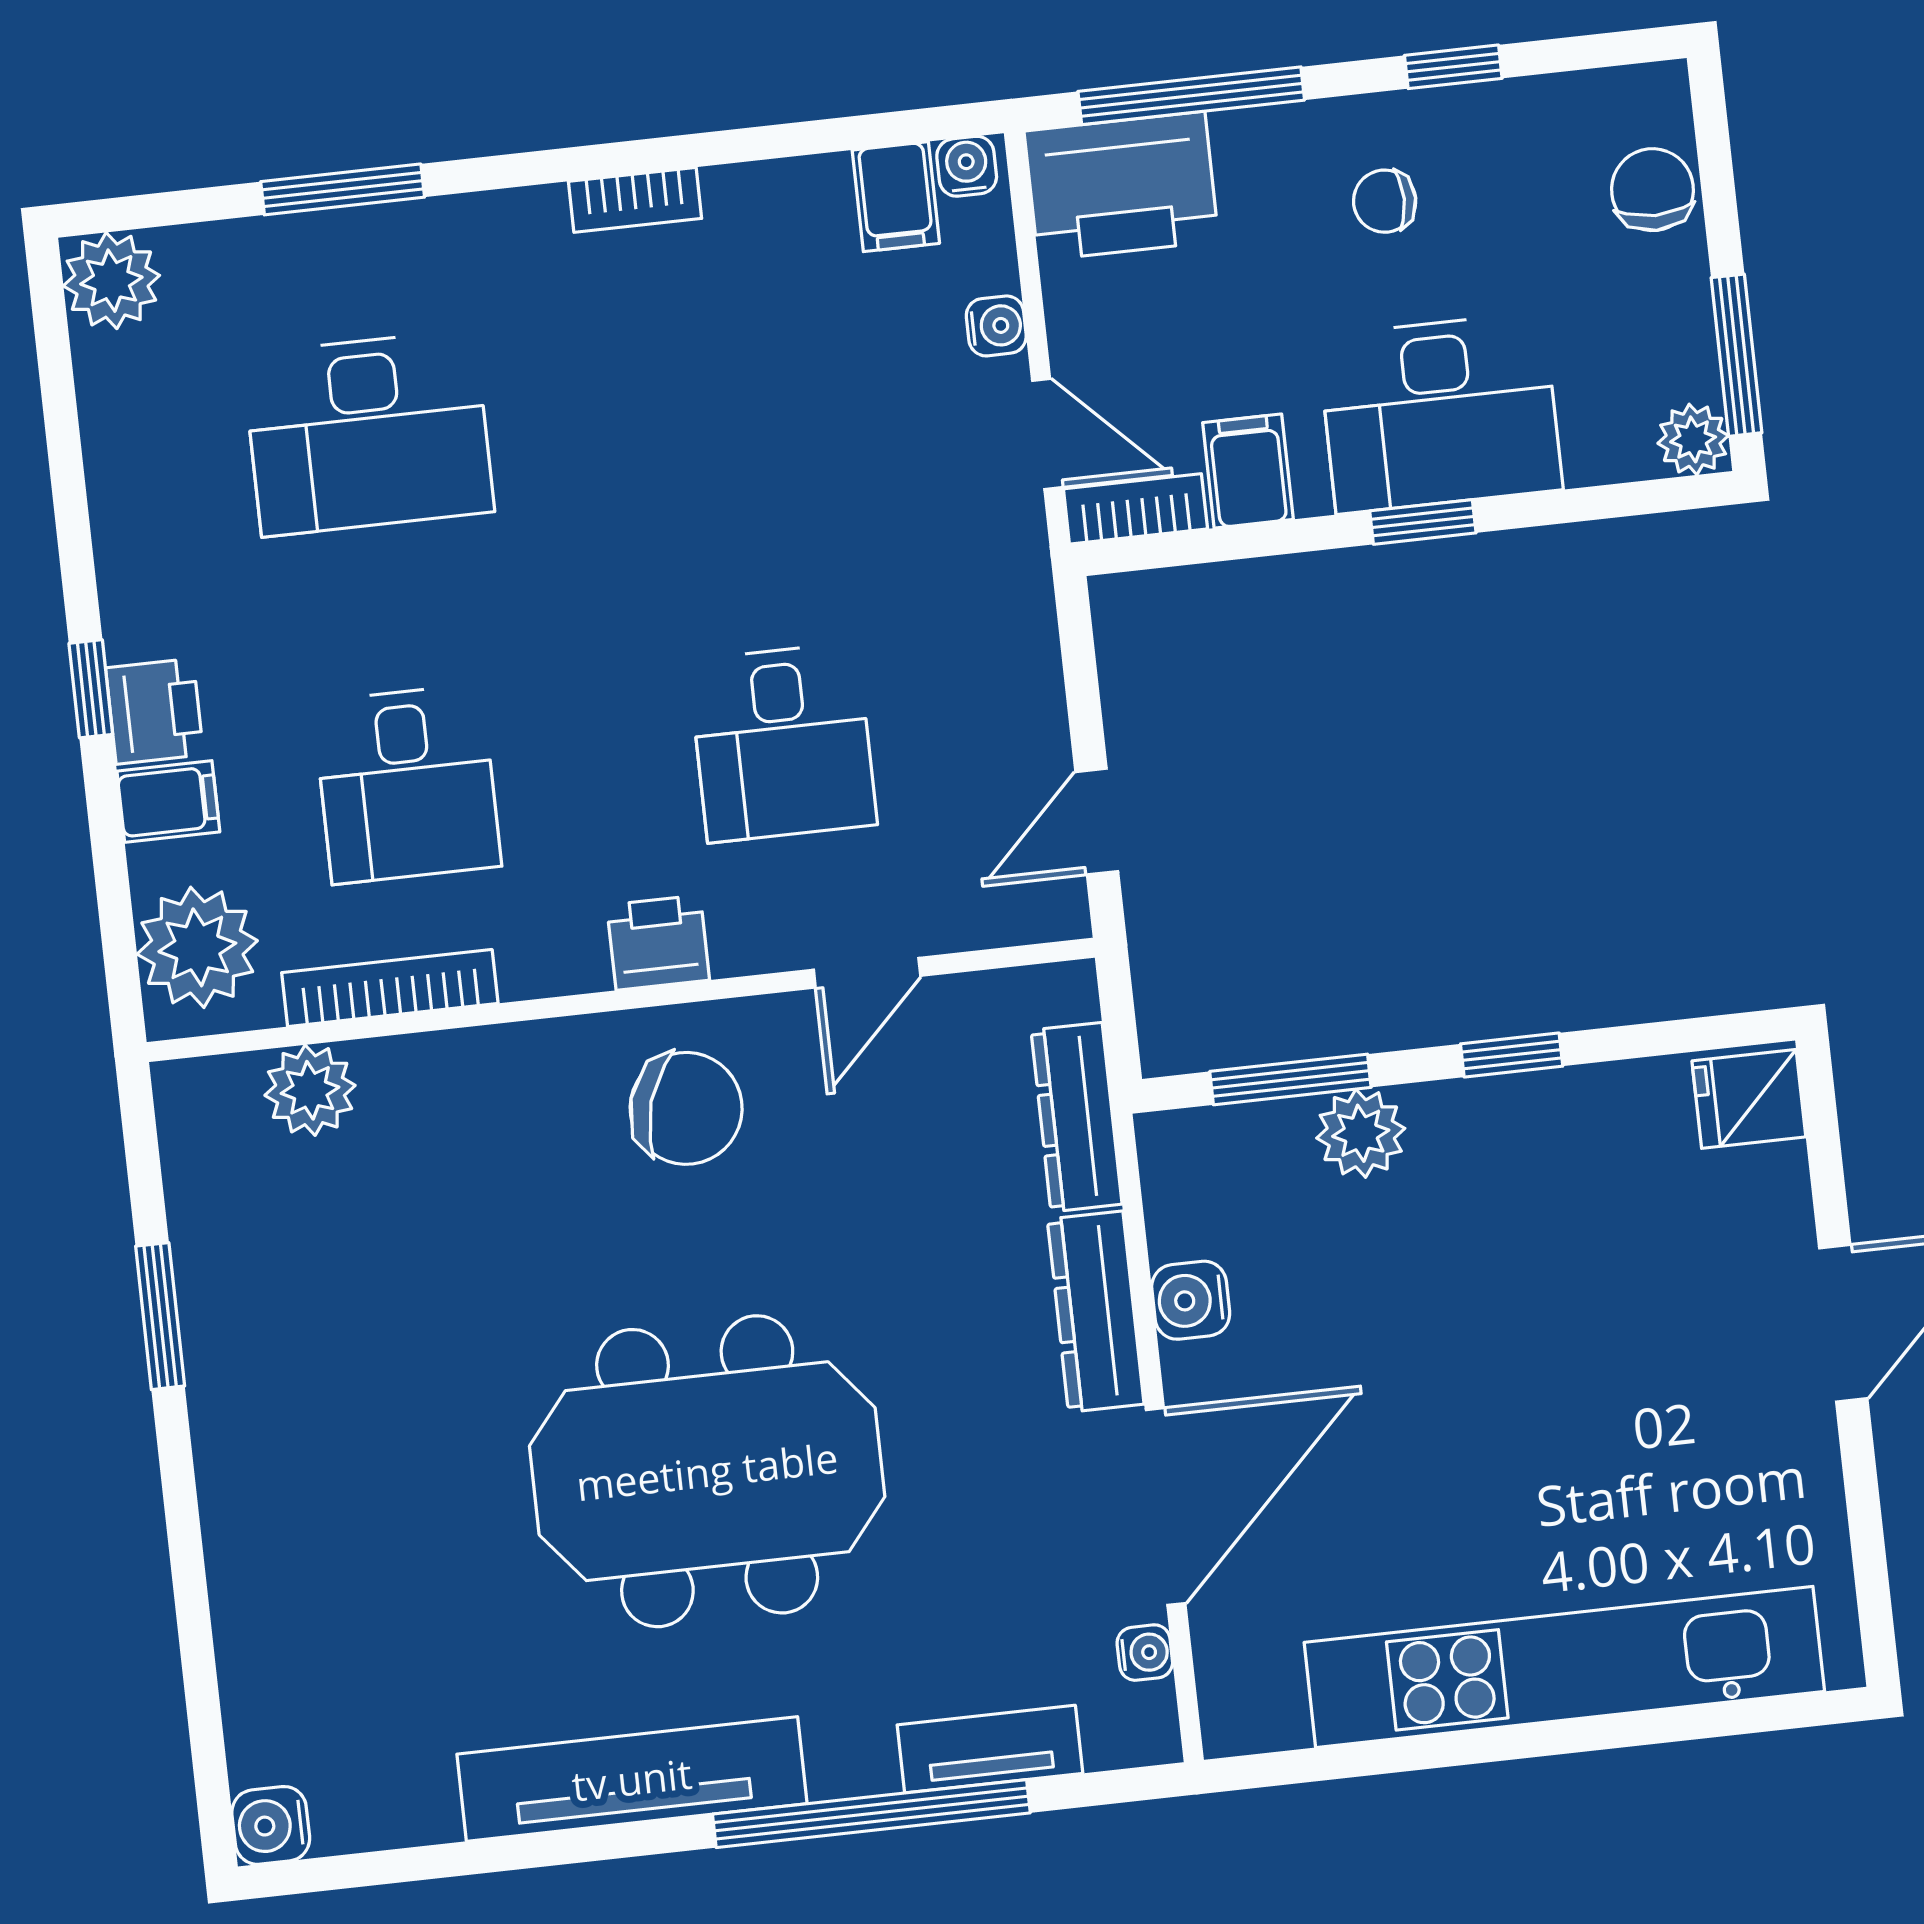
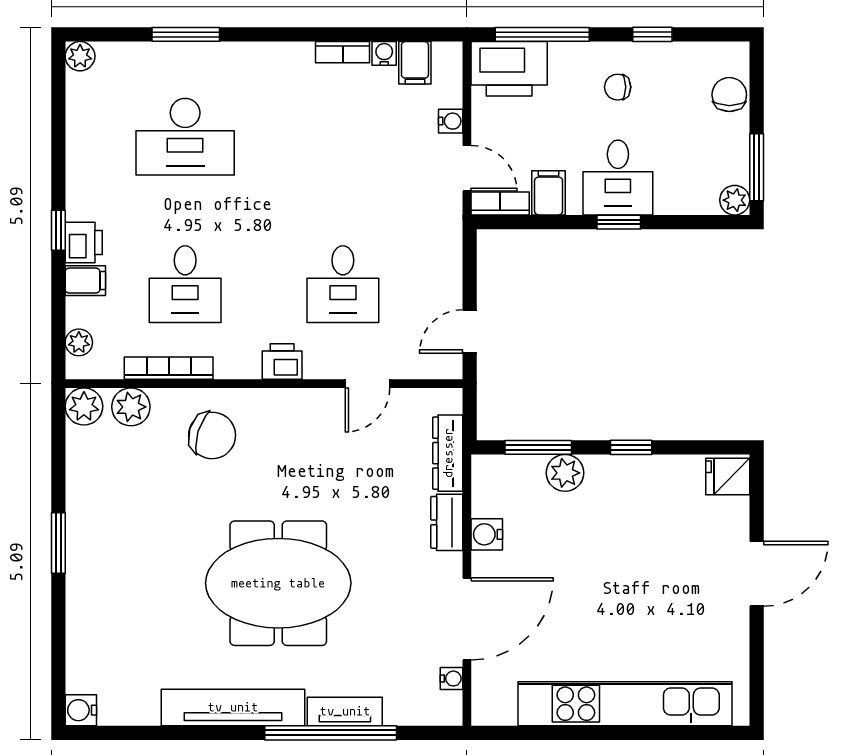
water cooler: (967, 166) -> (384, 53), moved
bookcase: (635, 200) -> (343, 52), moved
plant: (111, 281) -> (80, 56), width x0.73, depth x0.73
desk: (1440, 413) -> (618, 178), width x0.73
plant: (197, 947) -> (79, 342), width x0.53, depth x0.53
plant: (198, 1102) -> (84, 406), added
chair: (686, 1108) -> (212, 435), moved
dresser: (1096, 1312) -> (447, 522), width x0.70
window: (160, 1316) -> (58, 543), moved
tv unit: (990, 1749) -> (345, 711), moved

